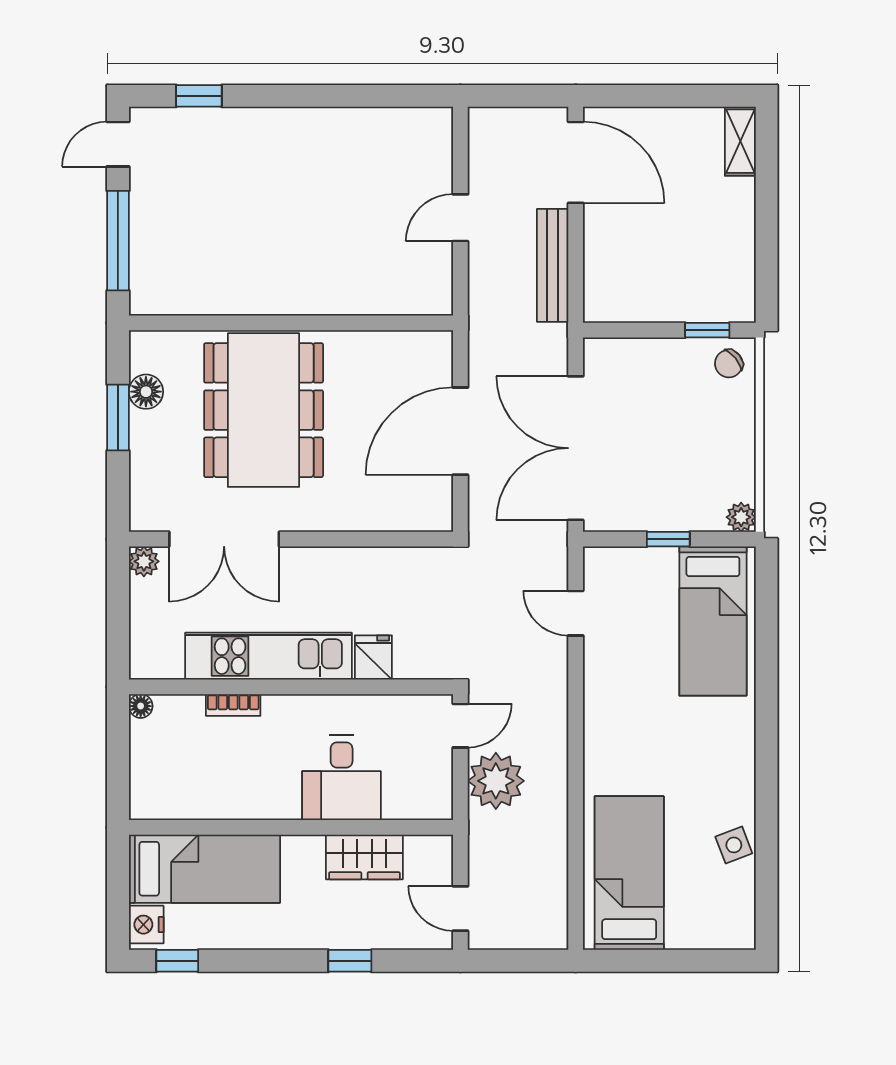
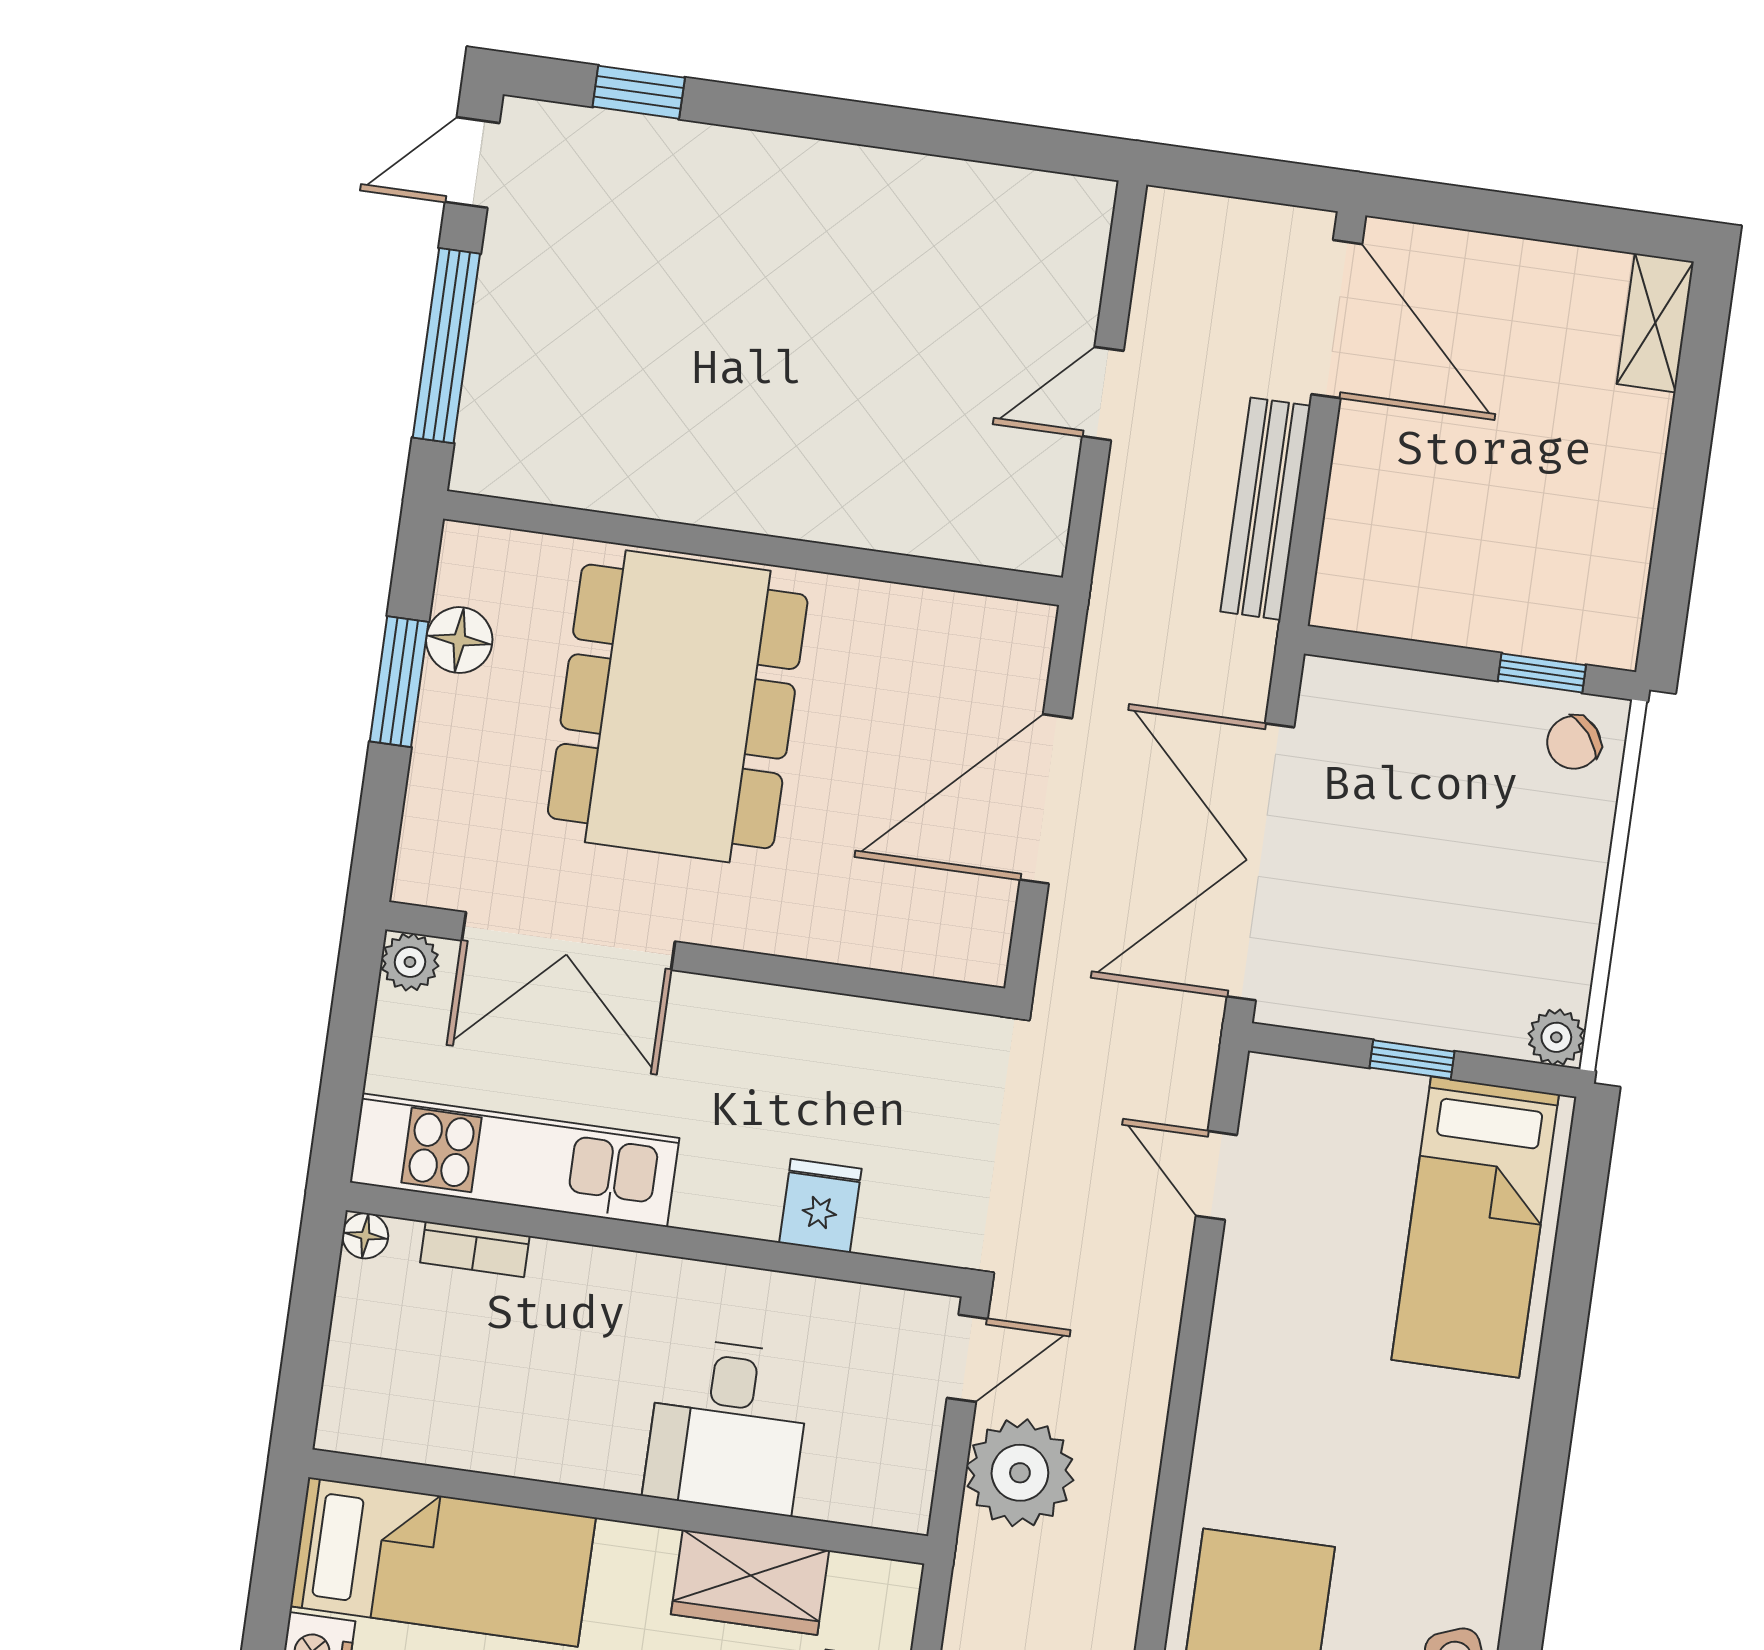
kitchen unit: (268, 656) -> (514, 1160), moved
bookcase: (233, 705) -> (475, 1249), moved

